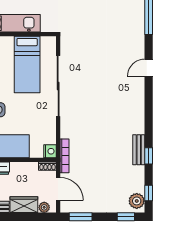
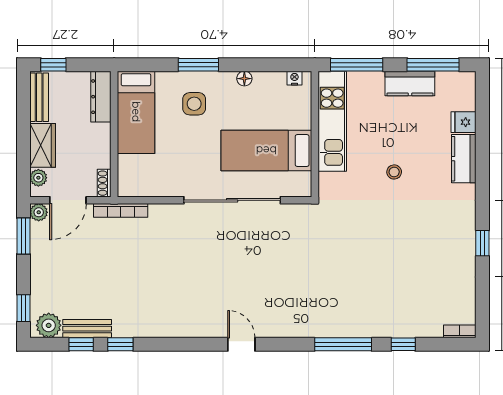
door: (149, 68) -> (241, 344), moved
bench: (139, 150) -> (87, 329), moved
nightstand: (50, 151) -> (128, 187), removed
window: (149, 193) -> (81, 344), moved
plant: (66, 207) -> (39, 212), added

